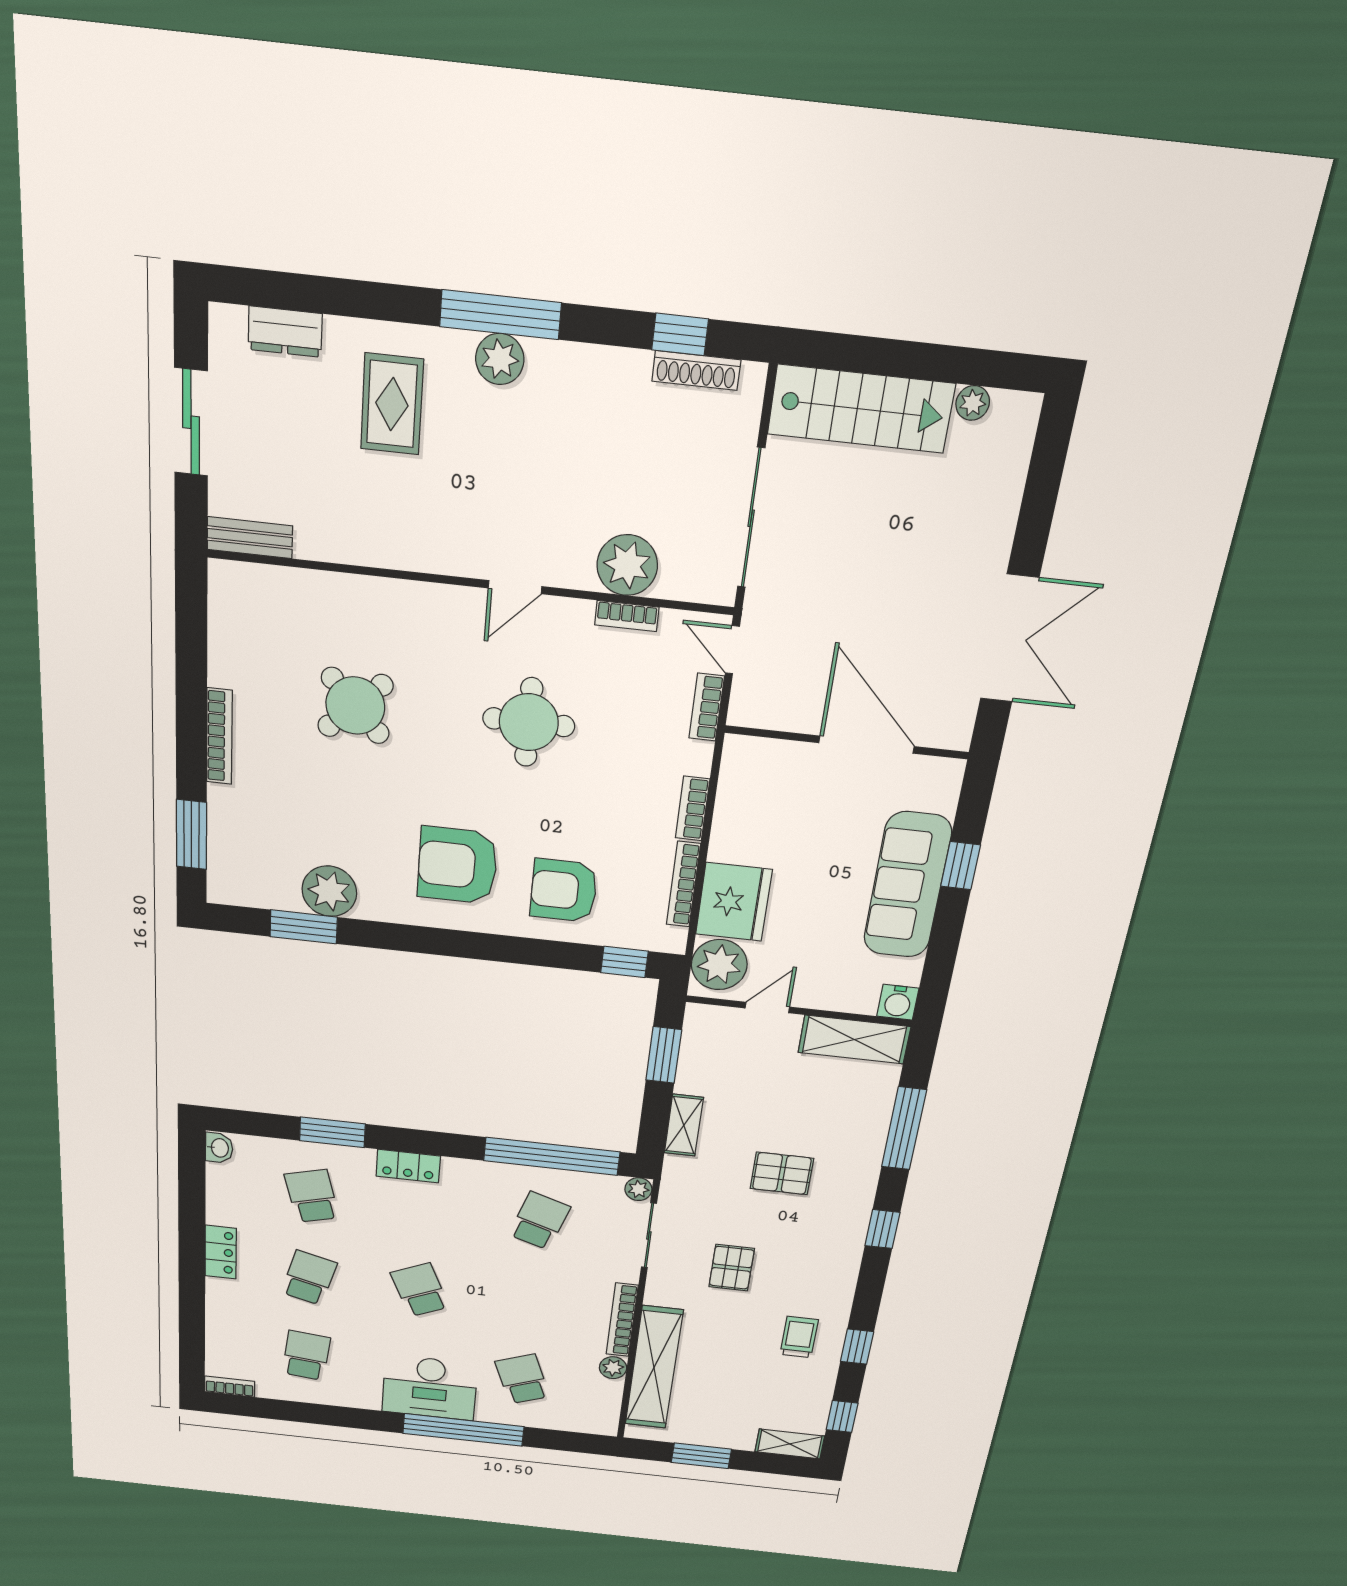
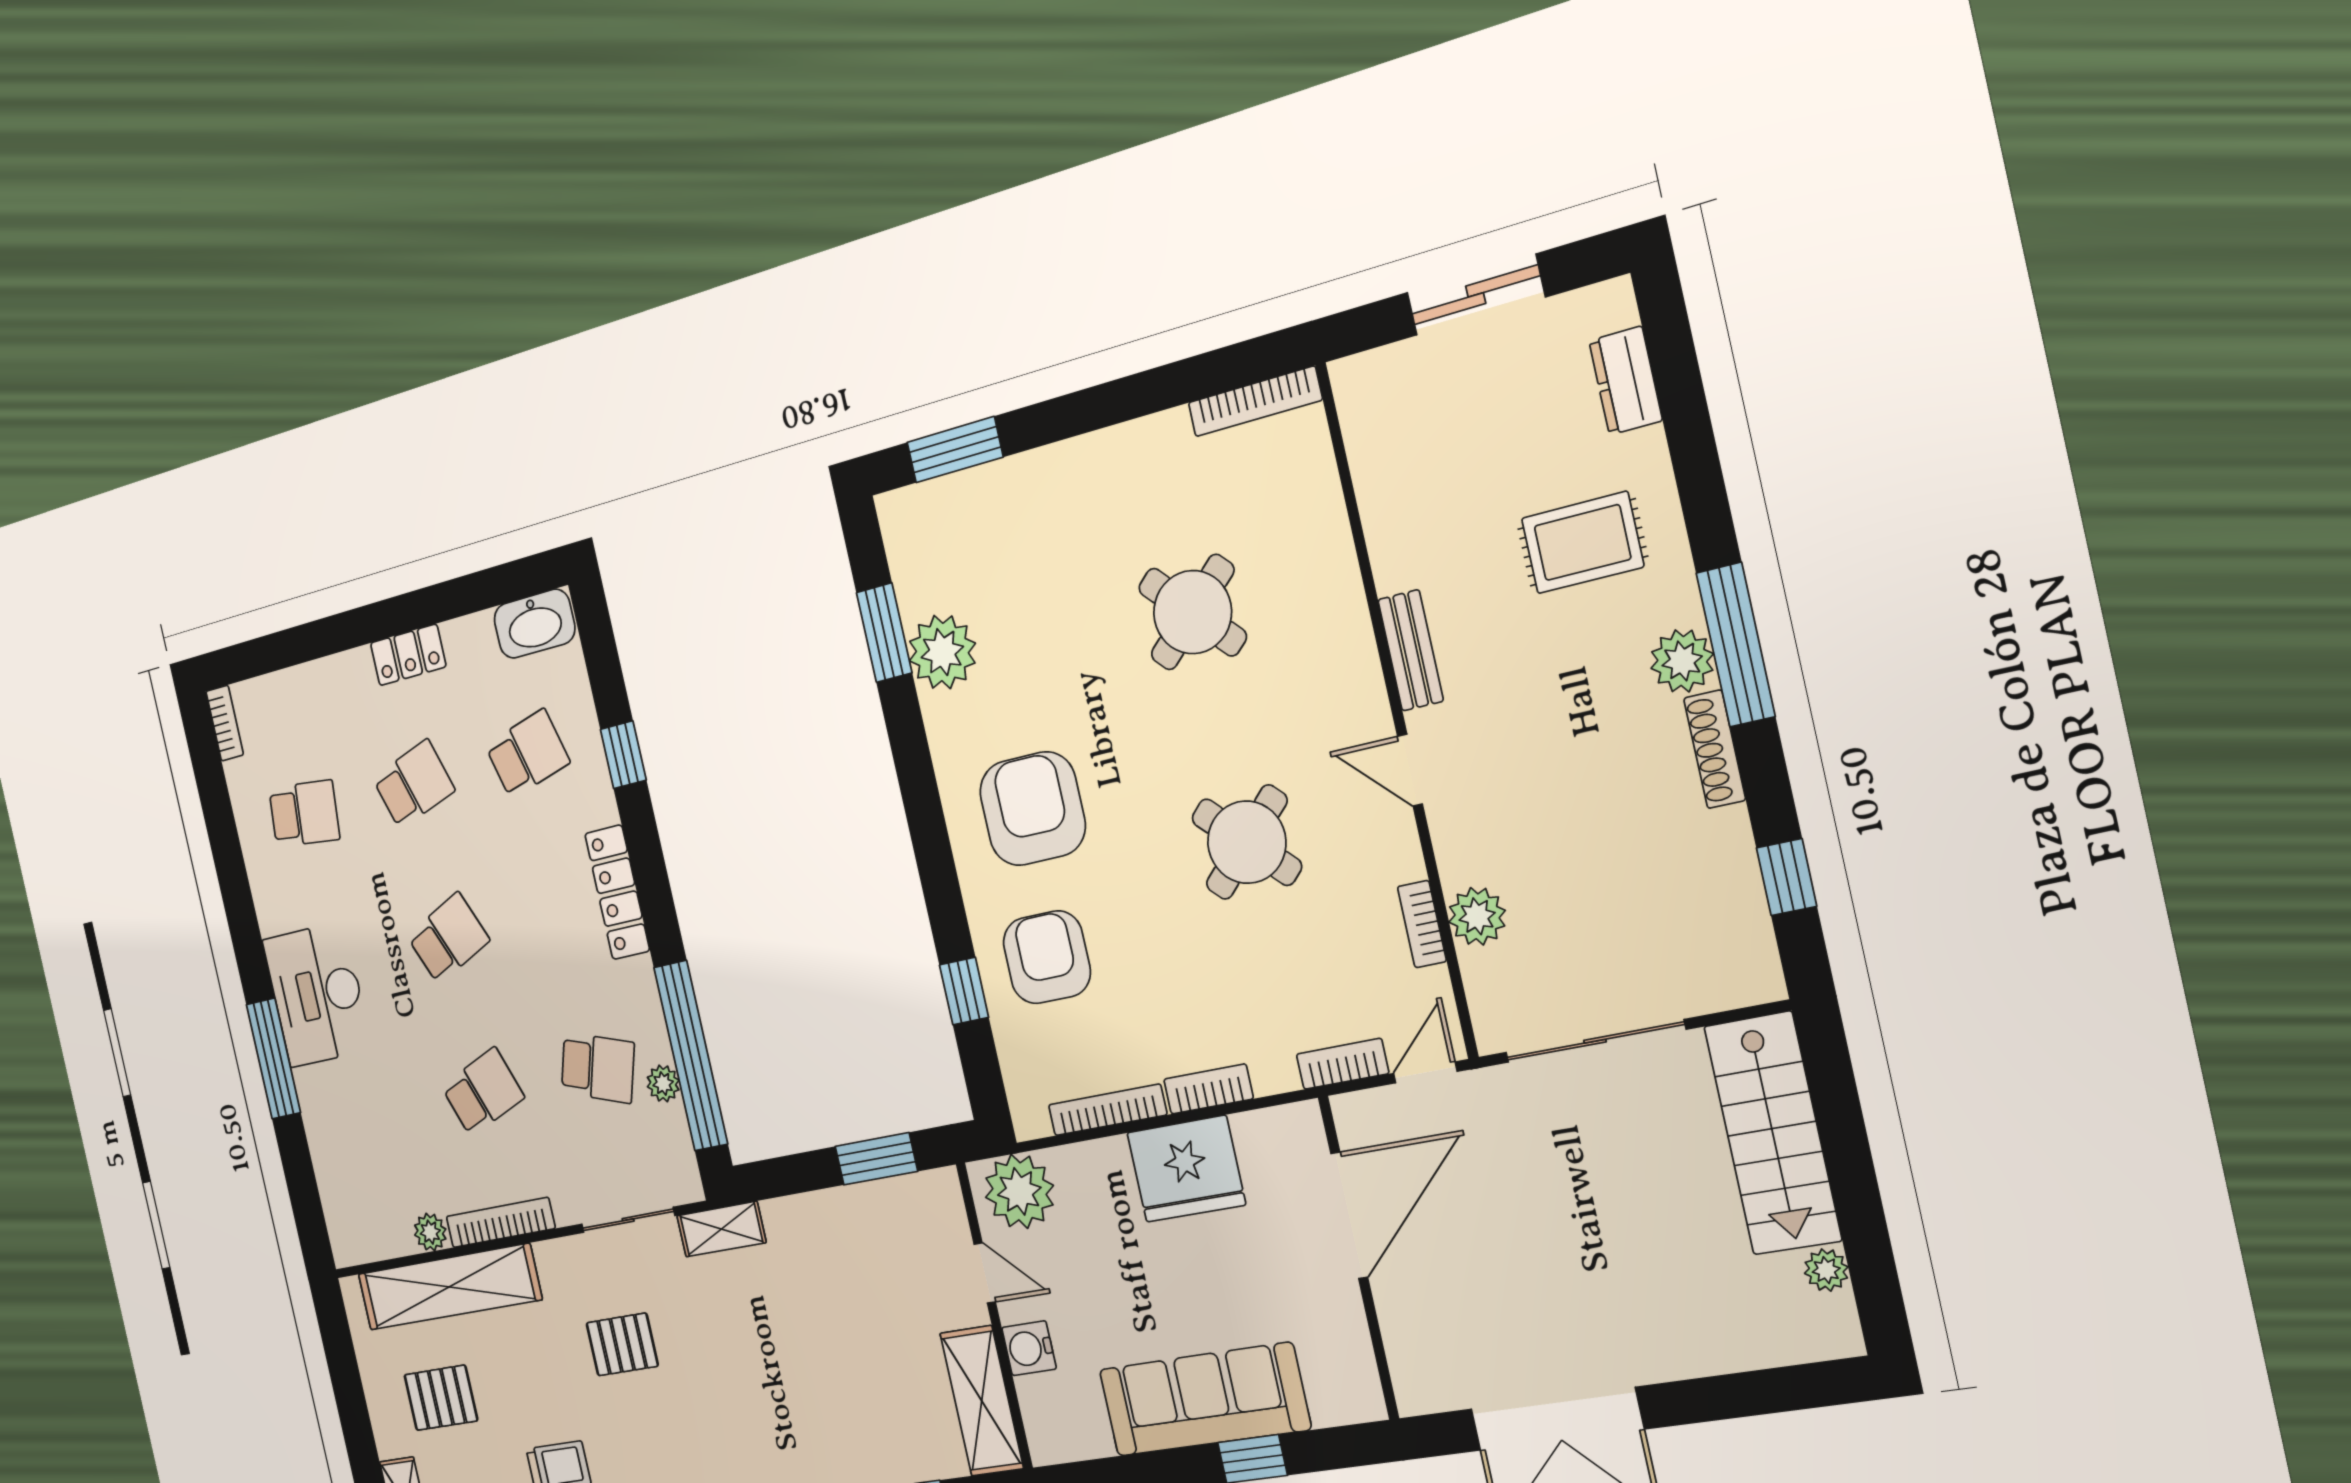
shoe rack: (696, 370) -> (1715, 749), moved
bench: (250, 538) -> (1411, 650), moved
plant: (627, 565) -> (1477, 916), width x0.73, depth x0.73
round table: (529, 722) -> (1247, 842), turned 45
bookcase: (219, 736) -> (1255, 401), moved
door: (866, 745) -> (1349, 1215), moved
fridge: (734, 902) -> (1186, 1169), moved
window: (624, 962) -> (964, 991), moved
water cooler: (898, 1002) -> (1029, 1348), moved
shelving: (684, 1125) -> (721, 1229), moved
window: (332, 1132) -> (623, 755), width x0.67
washbasin: (219, 1148) -> (534, 624), width x1.91, depth x1.45
locker: (408, 1166) -> (617, 892), width x1.53
pallet: (782, 1173) -> (441, 1398), moved, turned 90
plant: (638, 1189) -> (663, 1084), moved
school desk: (309, 1278) -> (414, 784), turned -33
school desk: (522, 1379) -> (483, 1092), moved
window: (463, 1430) -> (273, 1059), width x0.68
window: (701, 1456) -> (349, 1392), removed

